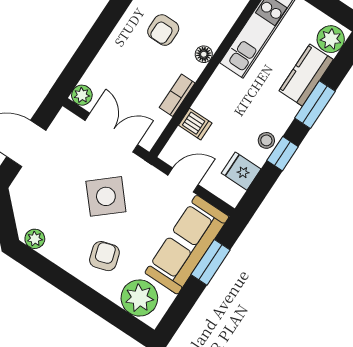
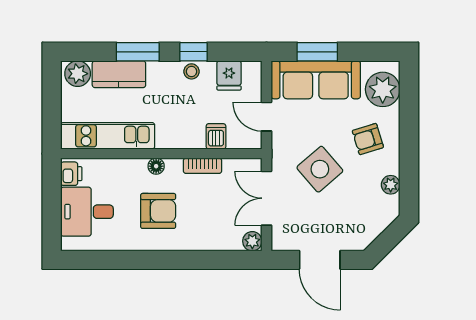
armchair: (163, 30) -> (158, 211), width x1.38, depth x1.38
plant: (35, 239) -> (391, 185), moved

